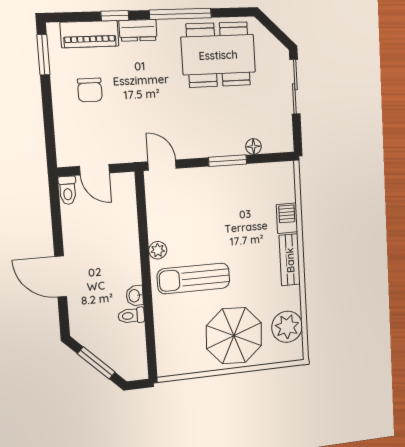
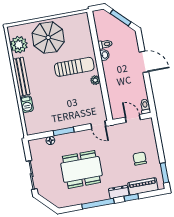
dining table: (218, 55) -> (81, 169), moved
bench: (290, 260) -> (21, 77), width x1.36

